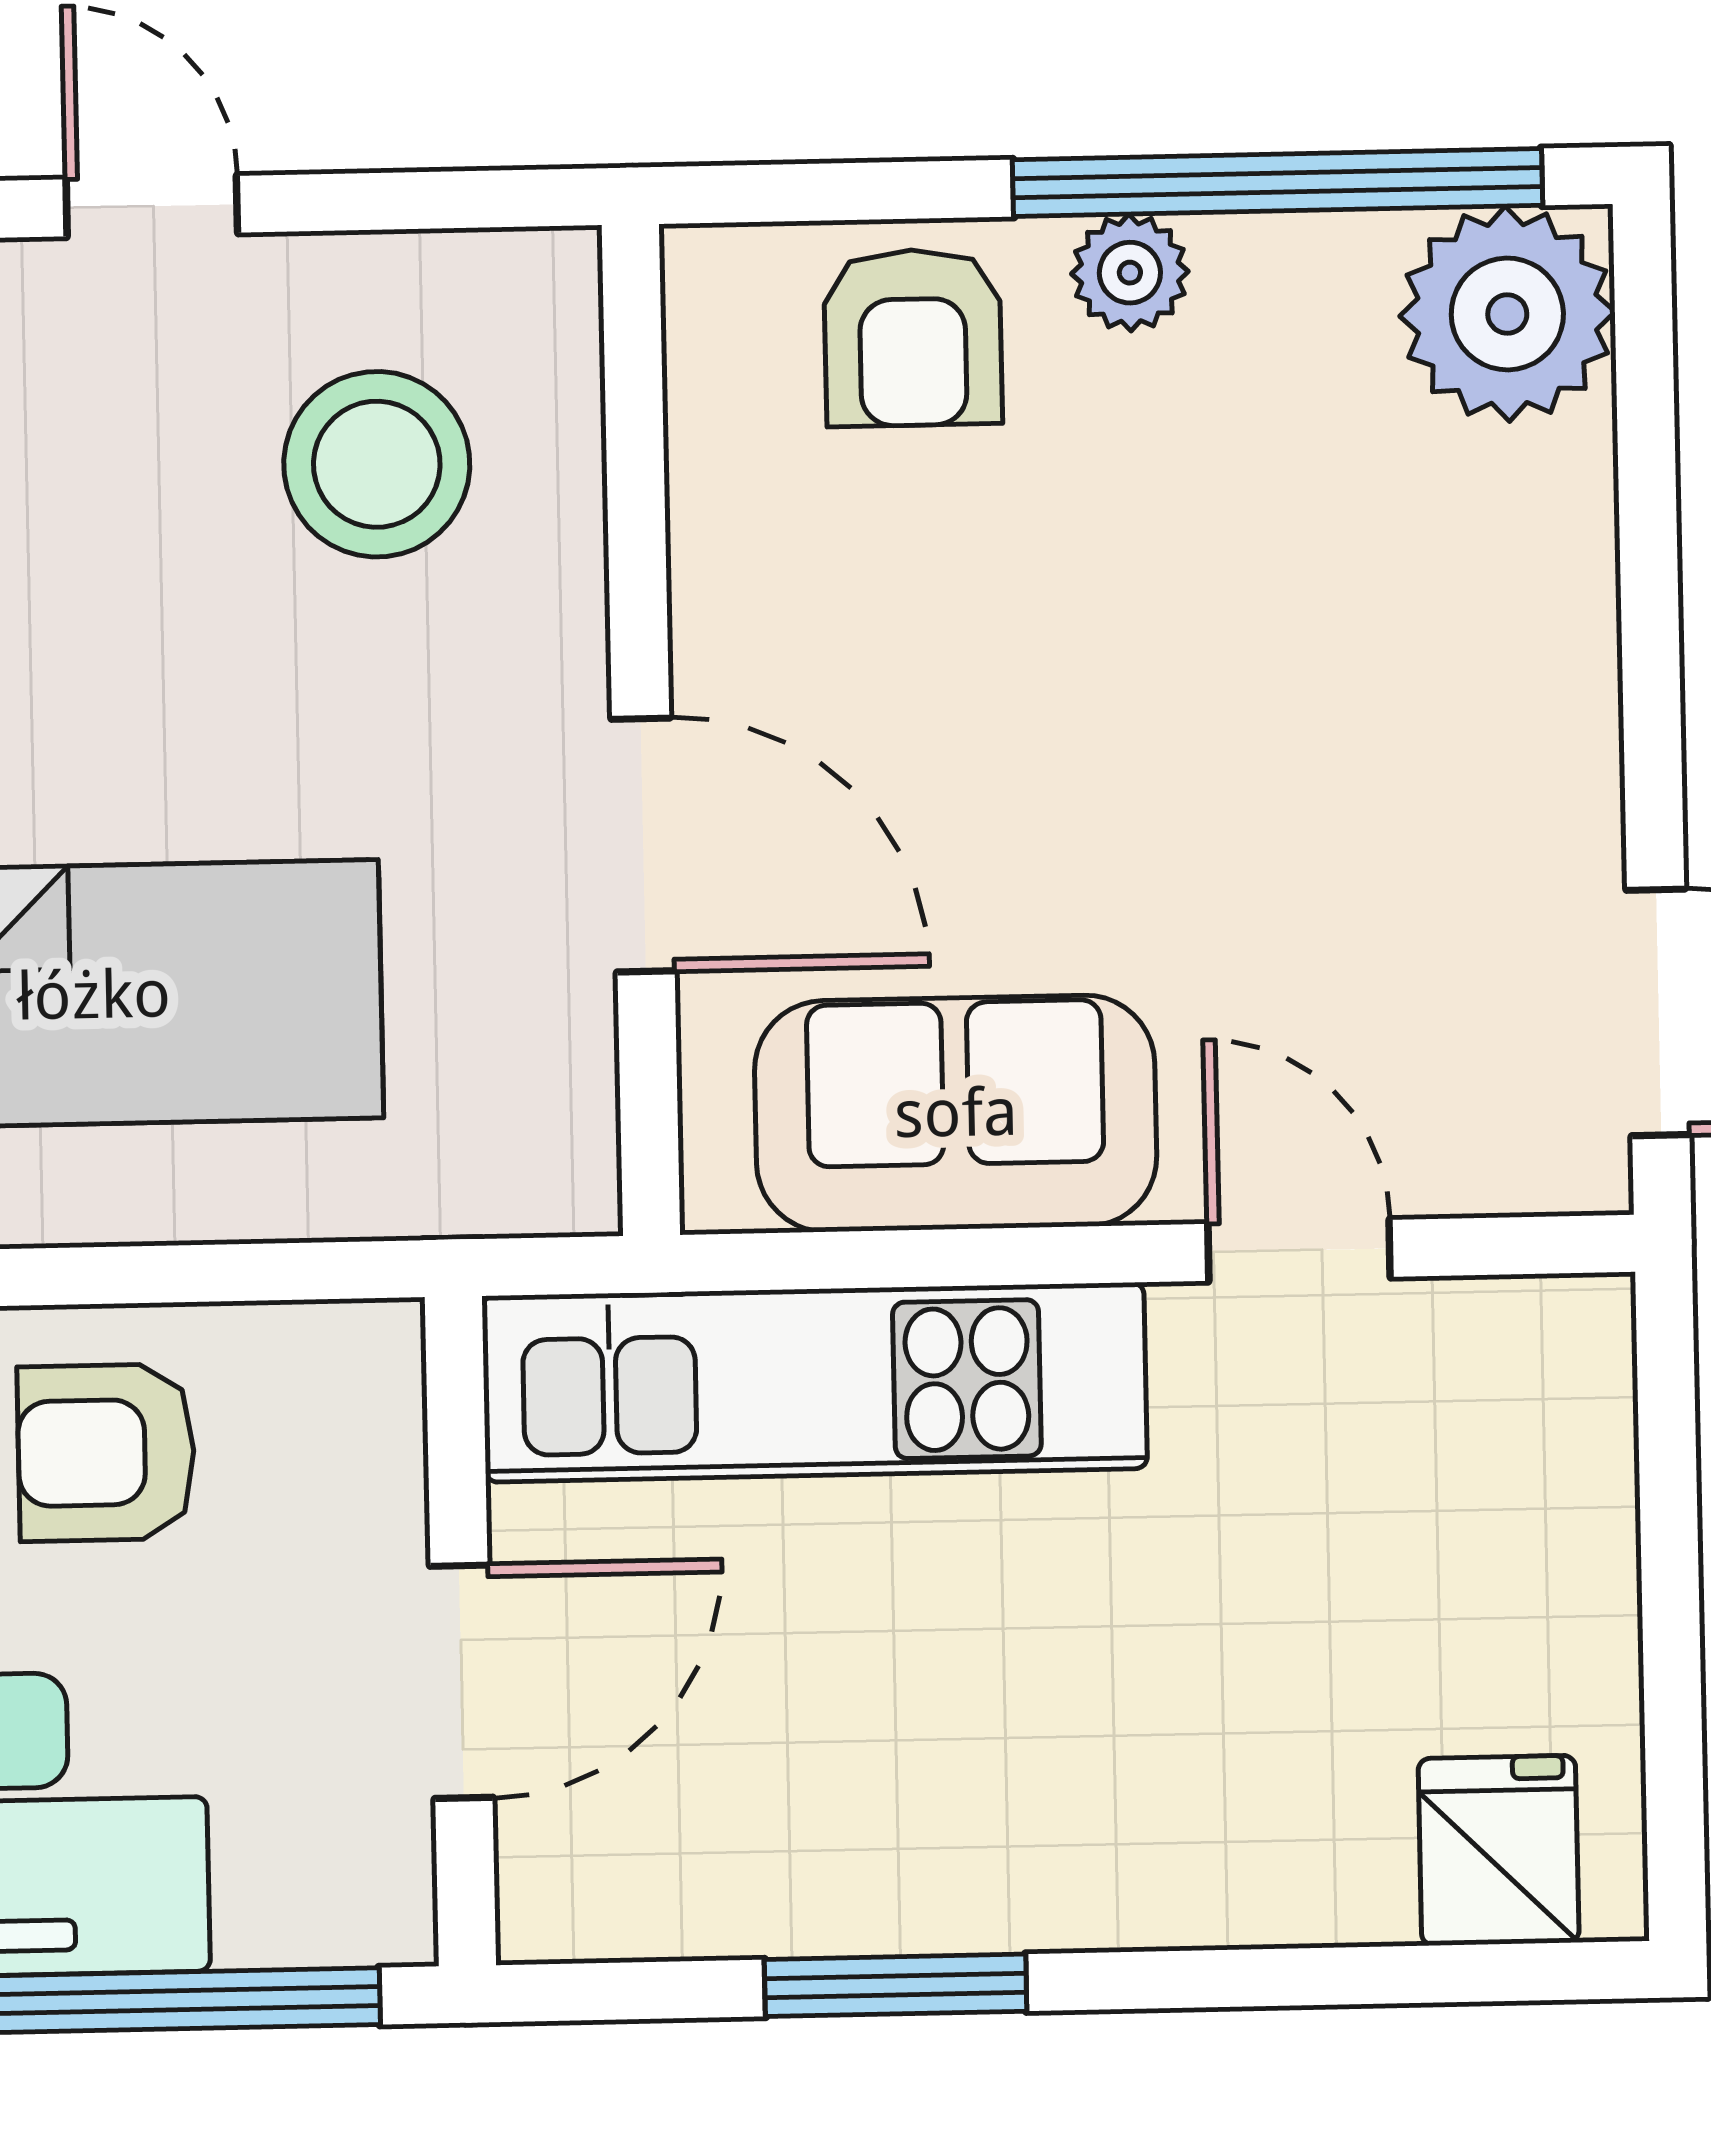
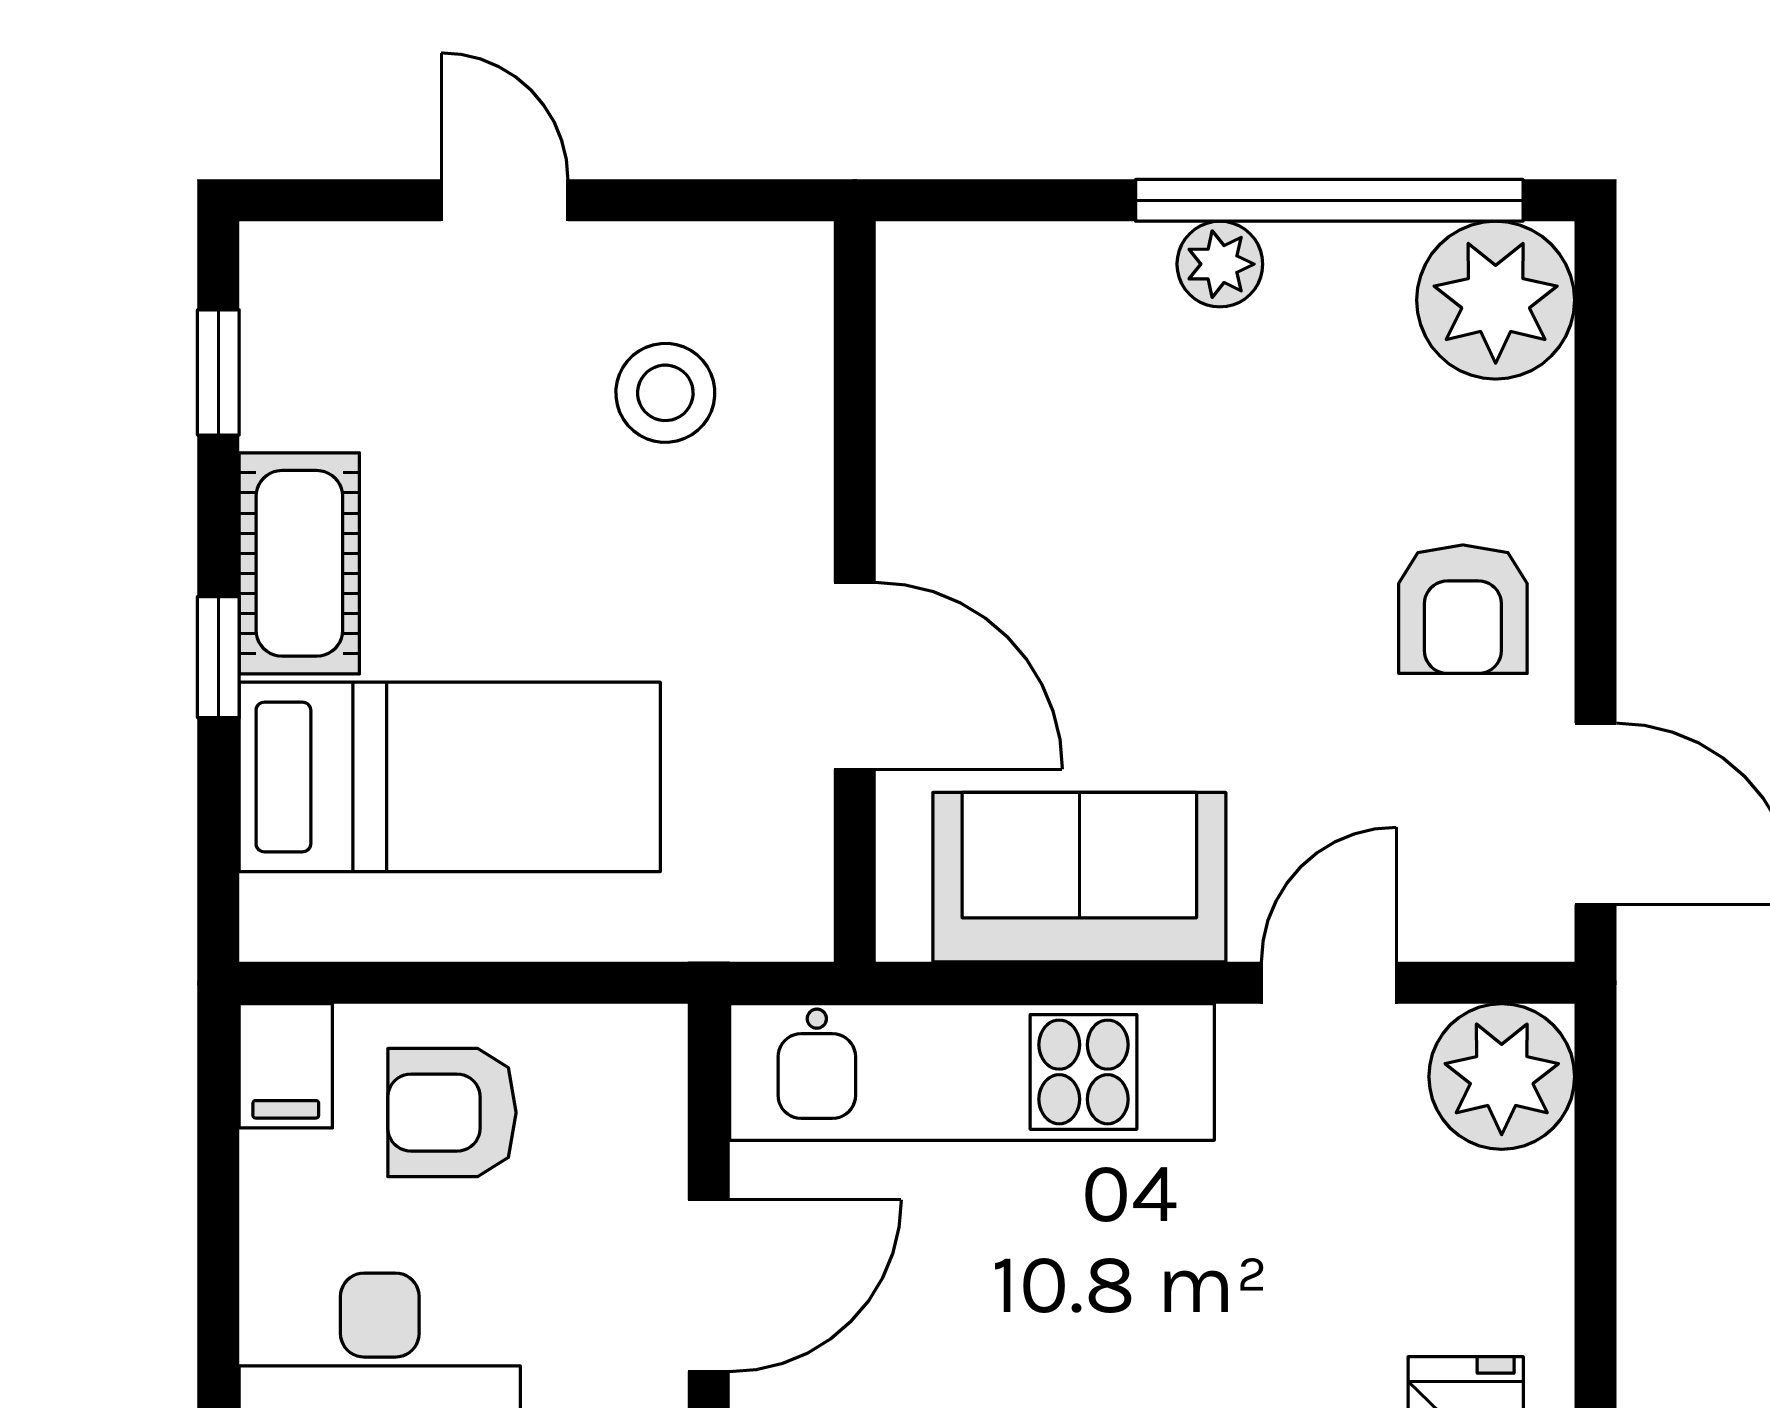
armchair: (913, 338) -> (1463, 609), moved
stool: (377, 464) -> (665, 393), width x0.73, depth x0.73
door: (1299, 1250) -> (1329, 983), hinge flipped
plant: (1538, 1373) -> (1502, 1077), added

